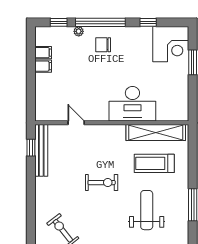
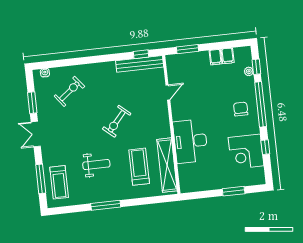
plant: (79, 31) -> (249, 71), moved
corner desk: (171, 44) -> (246, 152), moved
window: (31, 96) -> (187, 49), added
exercise bike: (102, 183) -> (117, 121), turned 41
weight bench: (147, 210) -> (96, 165), width x0.73, depth x0.75

